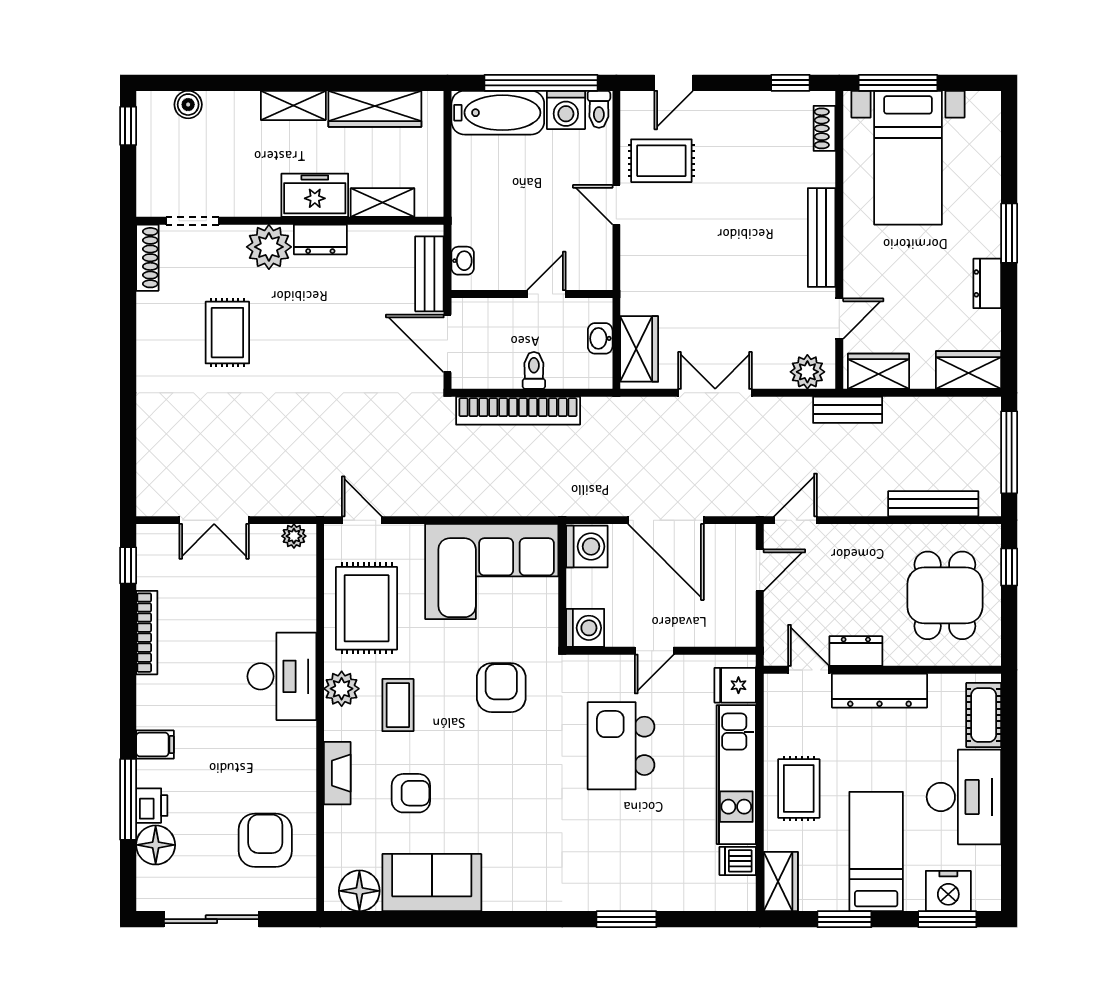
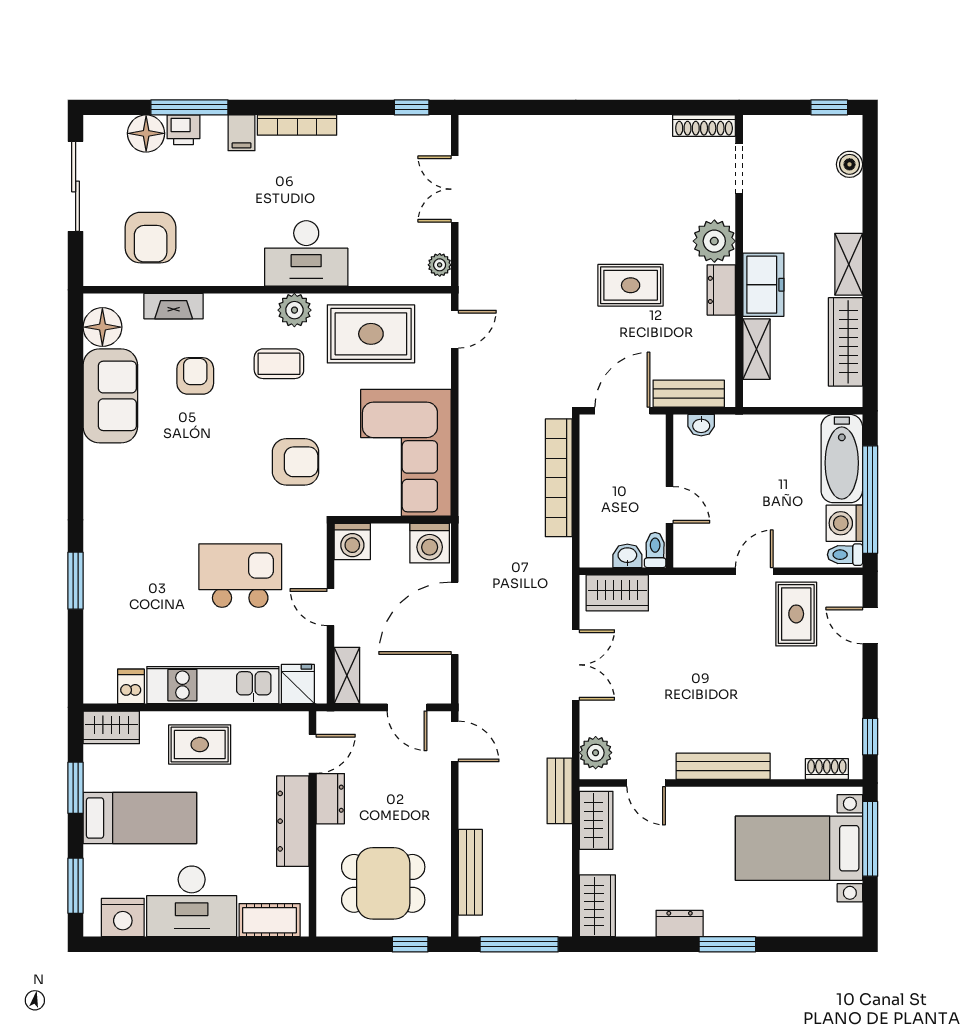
rug: (227, 333) -> (631, 285), moved
toilet: (534, 370) -> (655, 550), moved, turned -90
bookcase: (147, 633) -> (297, 125), moved
shelving: (726, 634) -> (347, 676), added
fireplace: (337, 773) -> (174, 306), moved
armchair: (411, 793) -> (195, 376), turned 180
armchair: (265, 840) -> (151, 238), turned 90
nightstand: (948, 891) -> (123, 918), moved, turned -90

